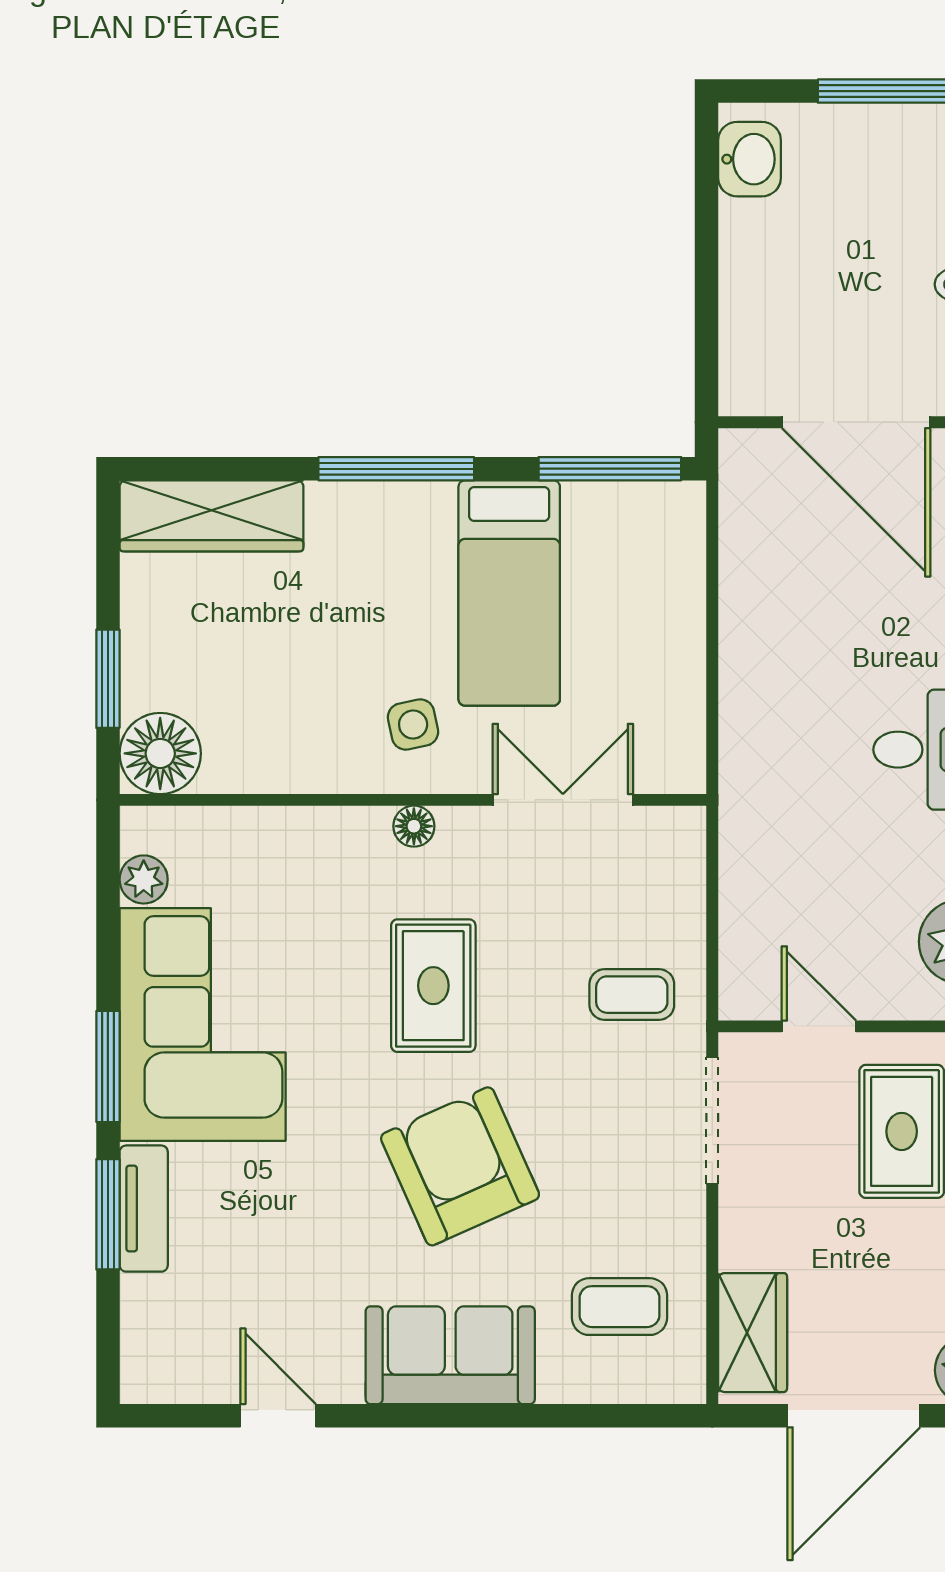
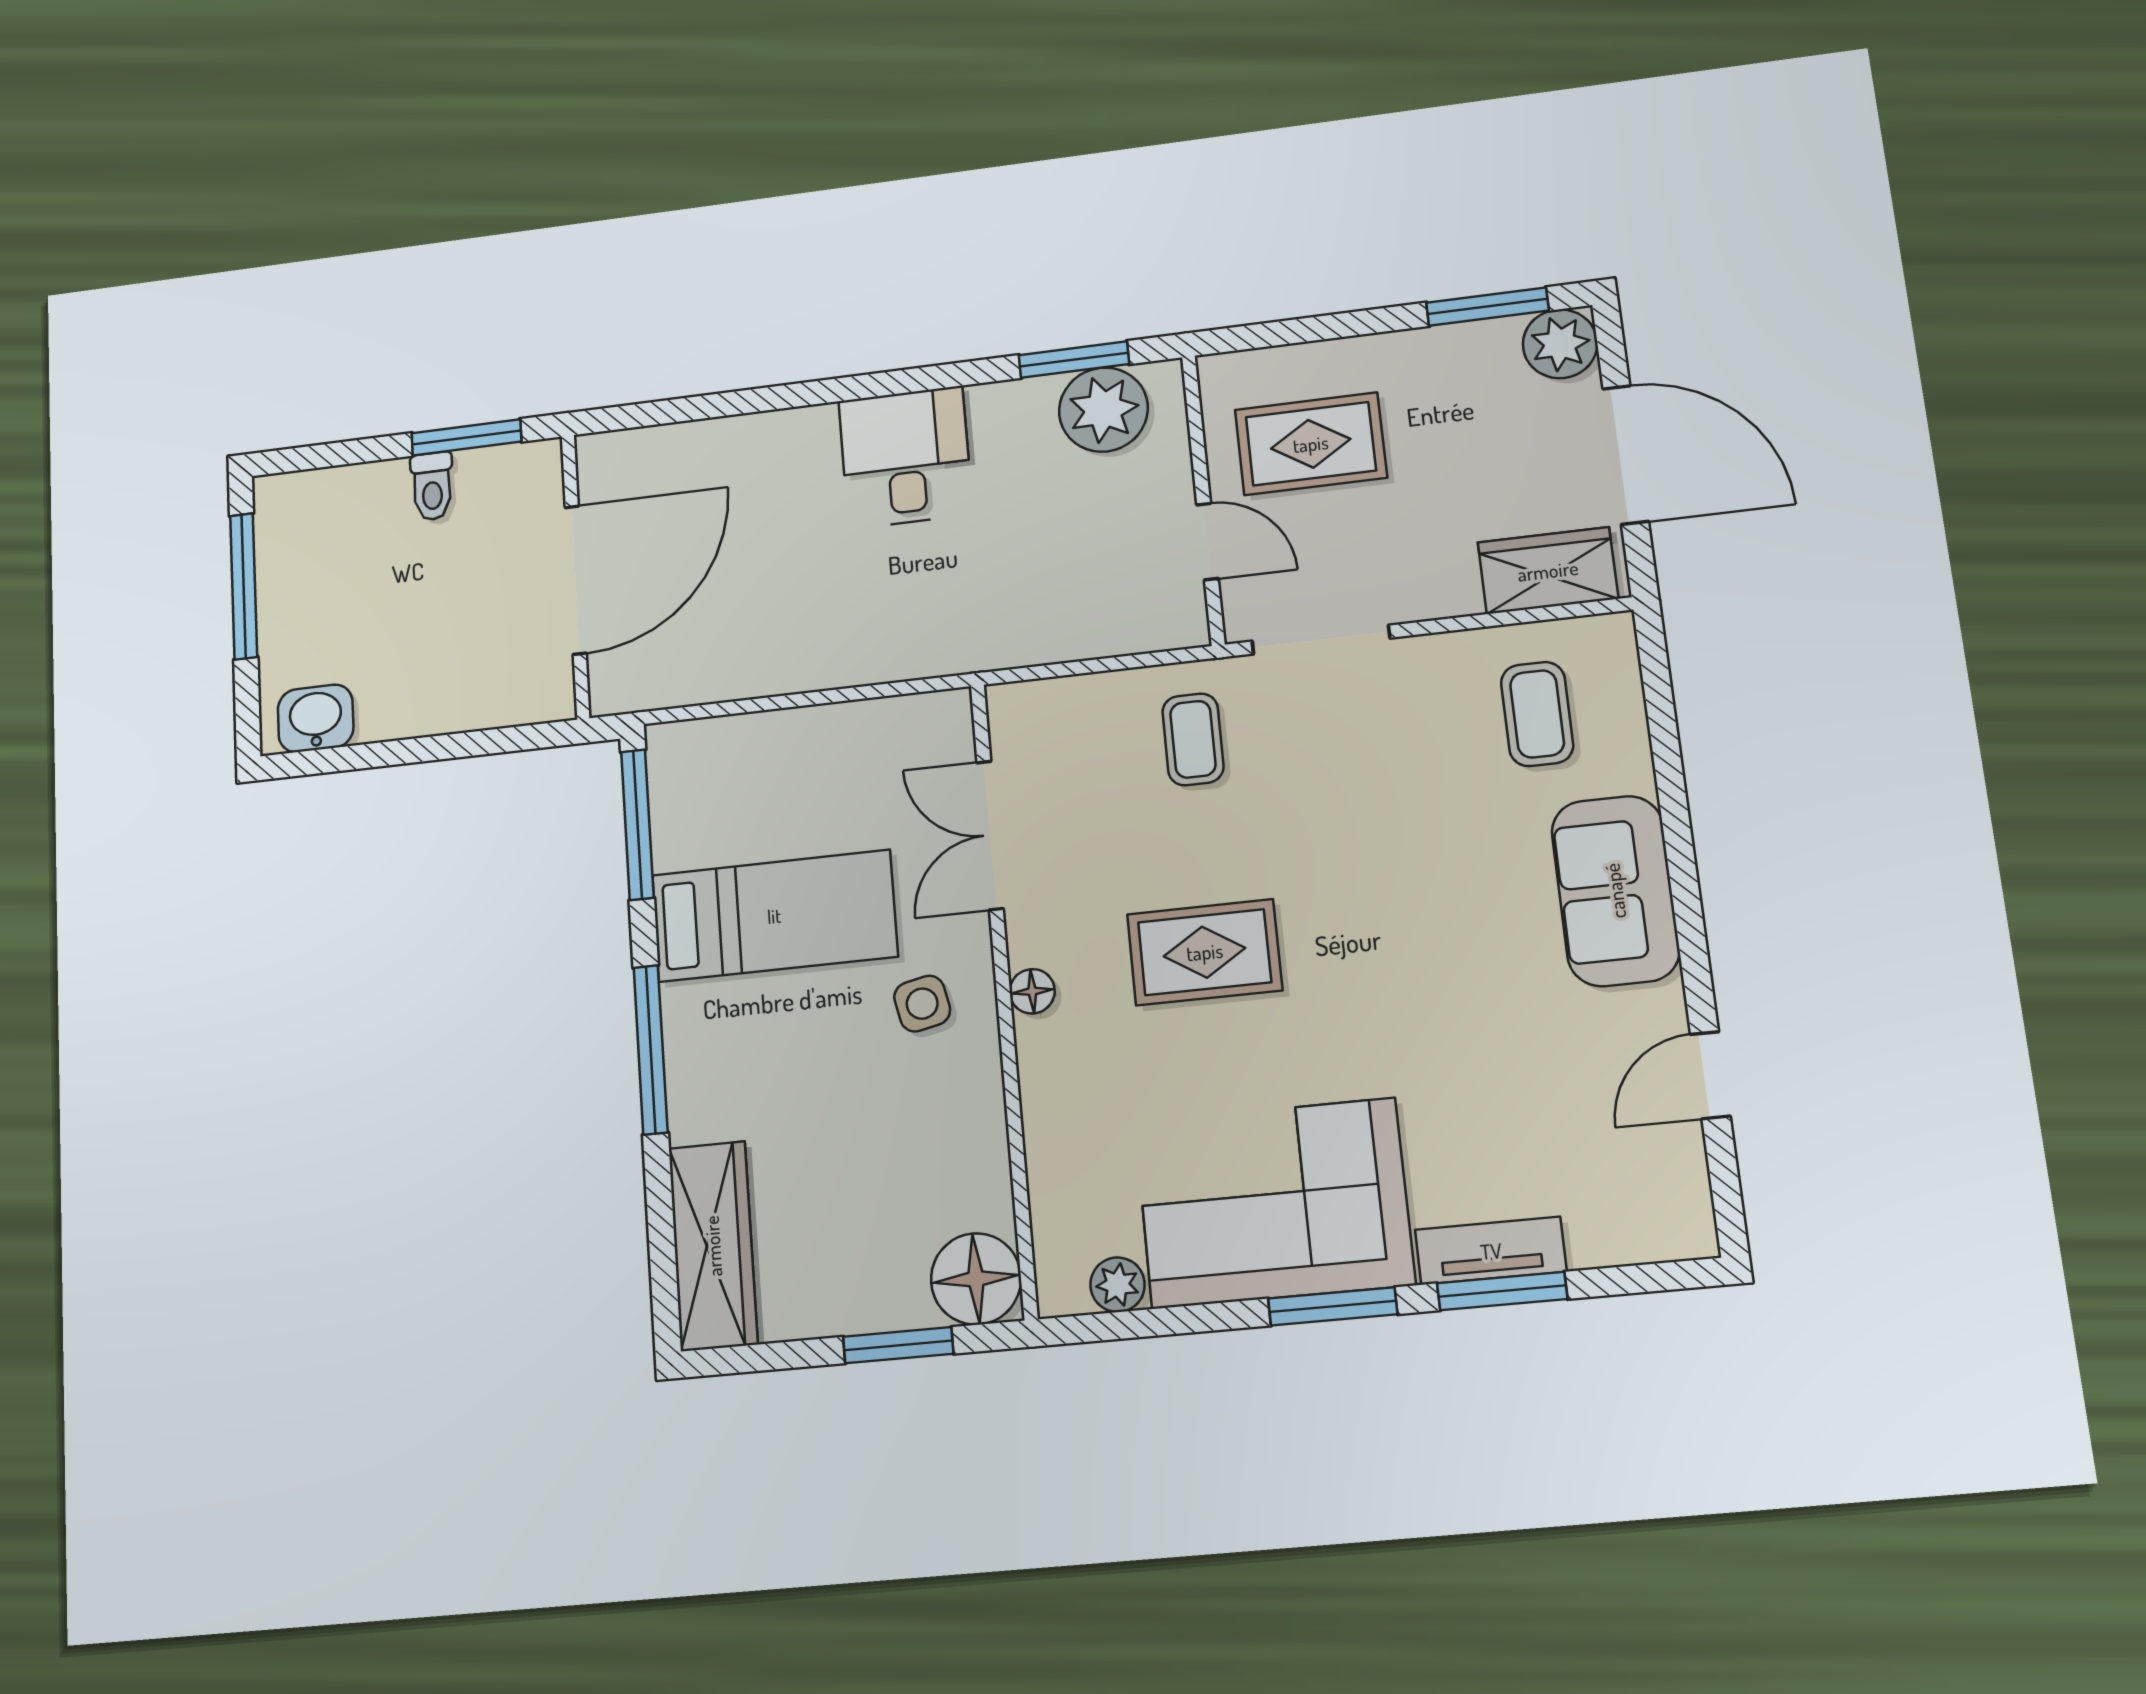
door: (819, 1026) -> (1208, 542), swing flipped
armchair: (460, 1166) -> (1402, 902), removed

